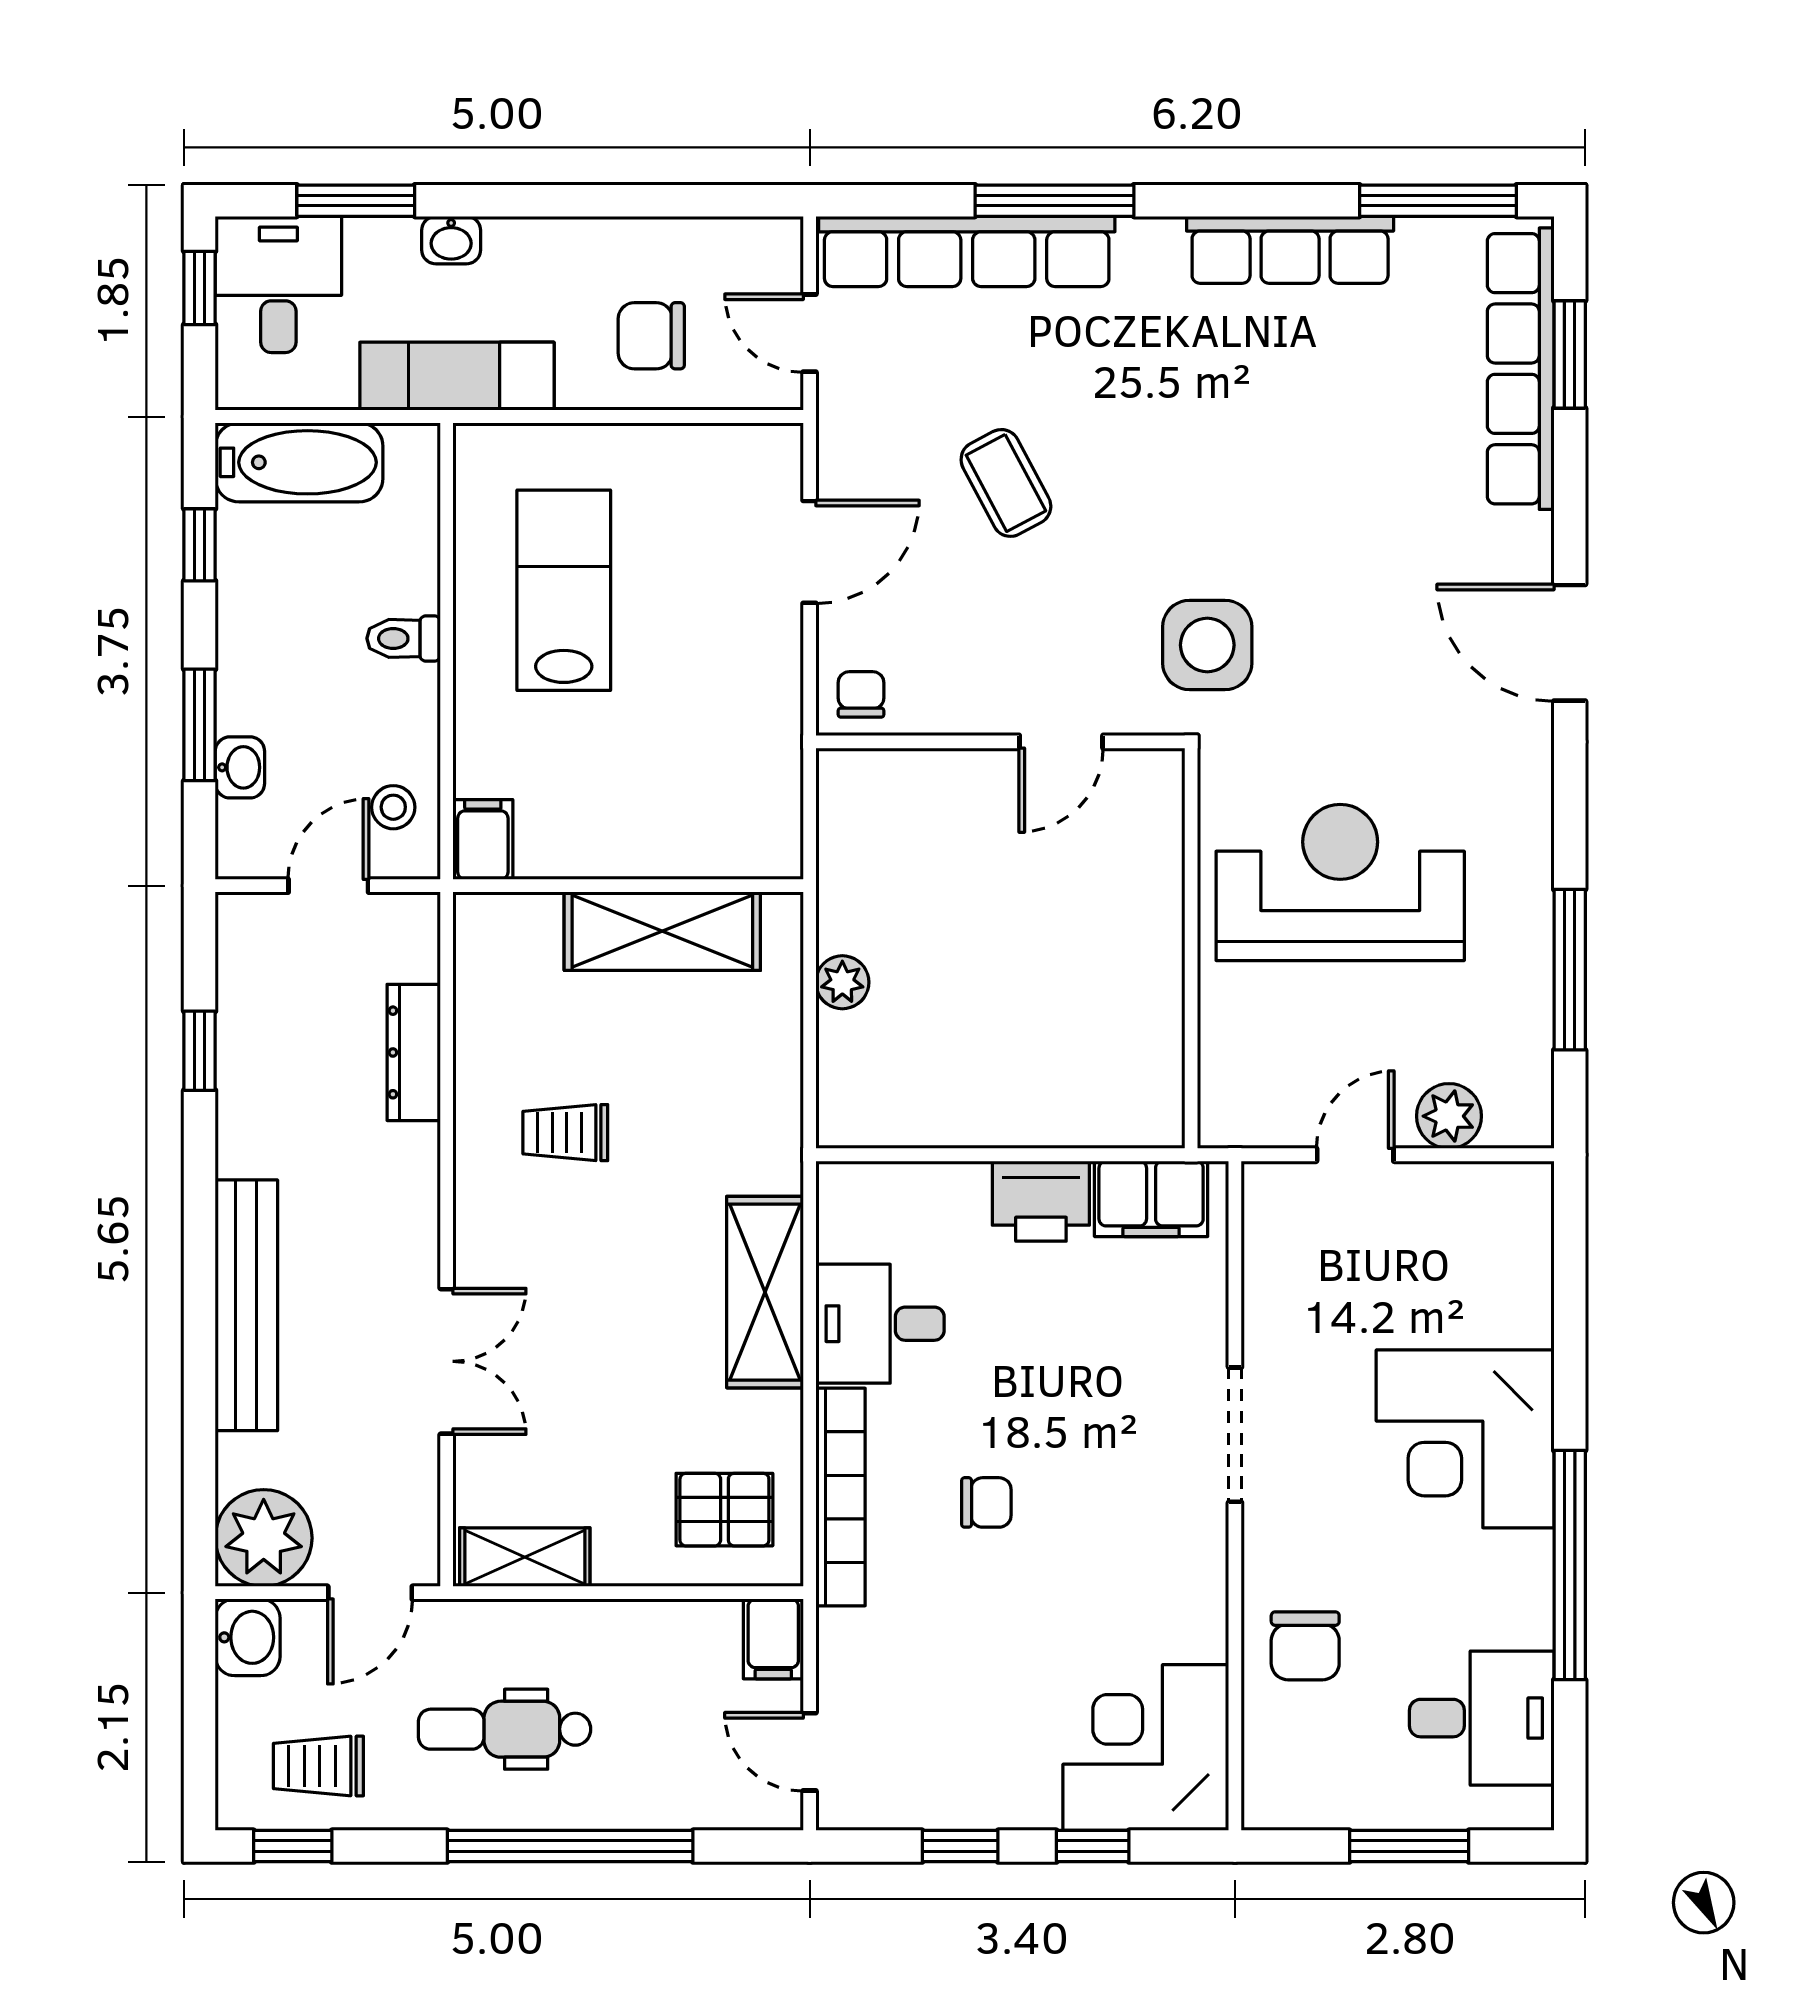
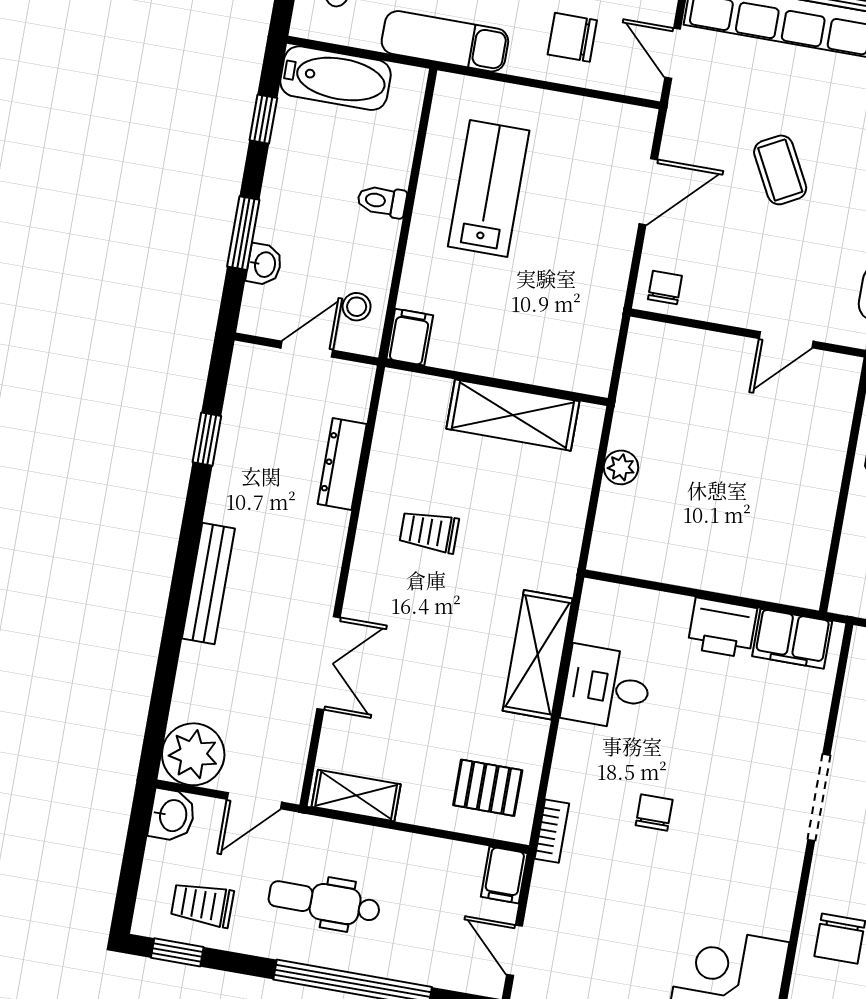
bench: (246, 1305) -> (208, 583), width x0.73, depth x0.82
bookcase: (840, 1497) -> (552, 831), width x0.43, depth x0.76
chair: (986, 1502) -> (654, 812), turned -90

